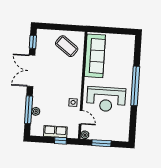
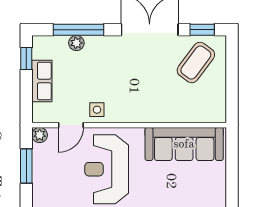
coffee table: (67, 46) -> (196, 63), moved
window: (61, 141) -> (26, 58), moved

